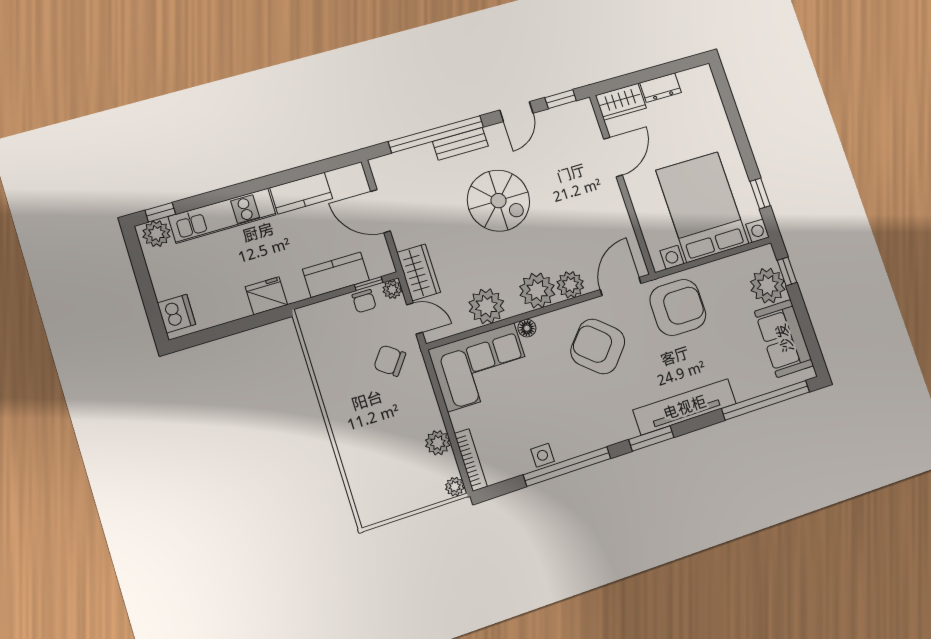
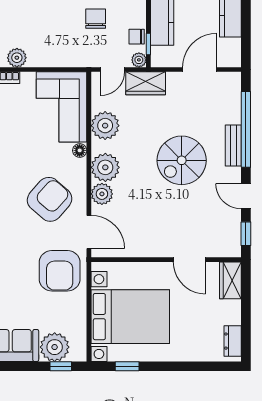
dresser: (661, 88) -> (233, 341), moved
chair: (390, 361) -> (96, 19), moved, turned -37

